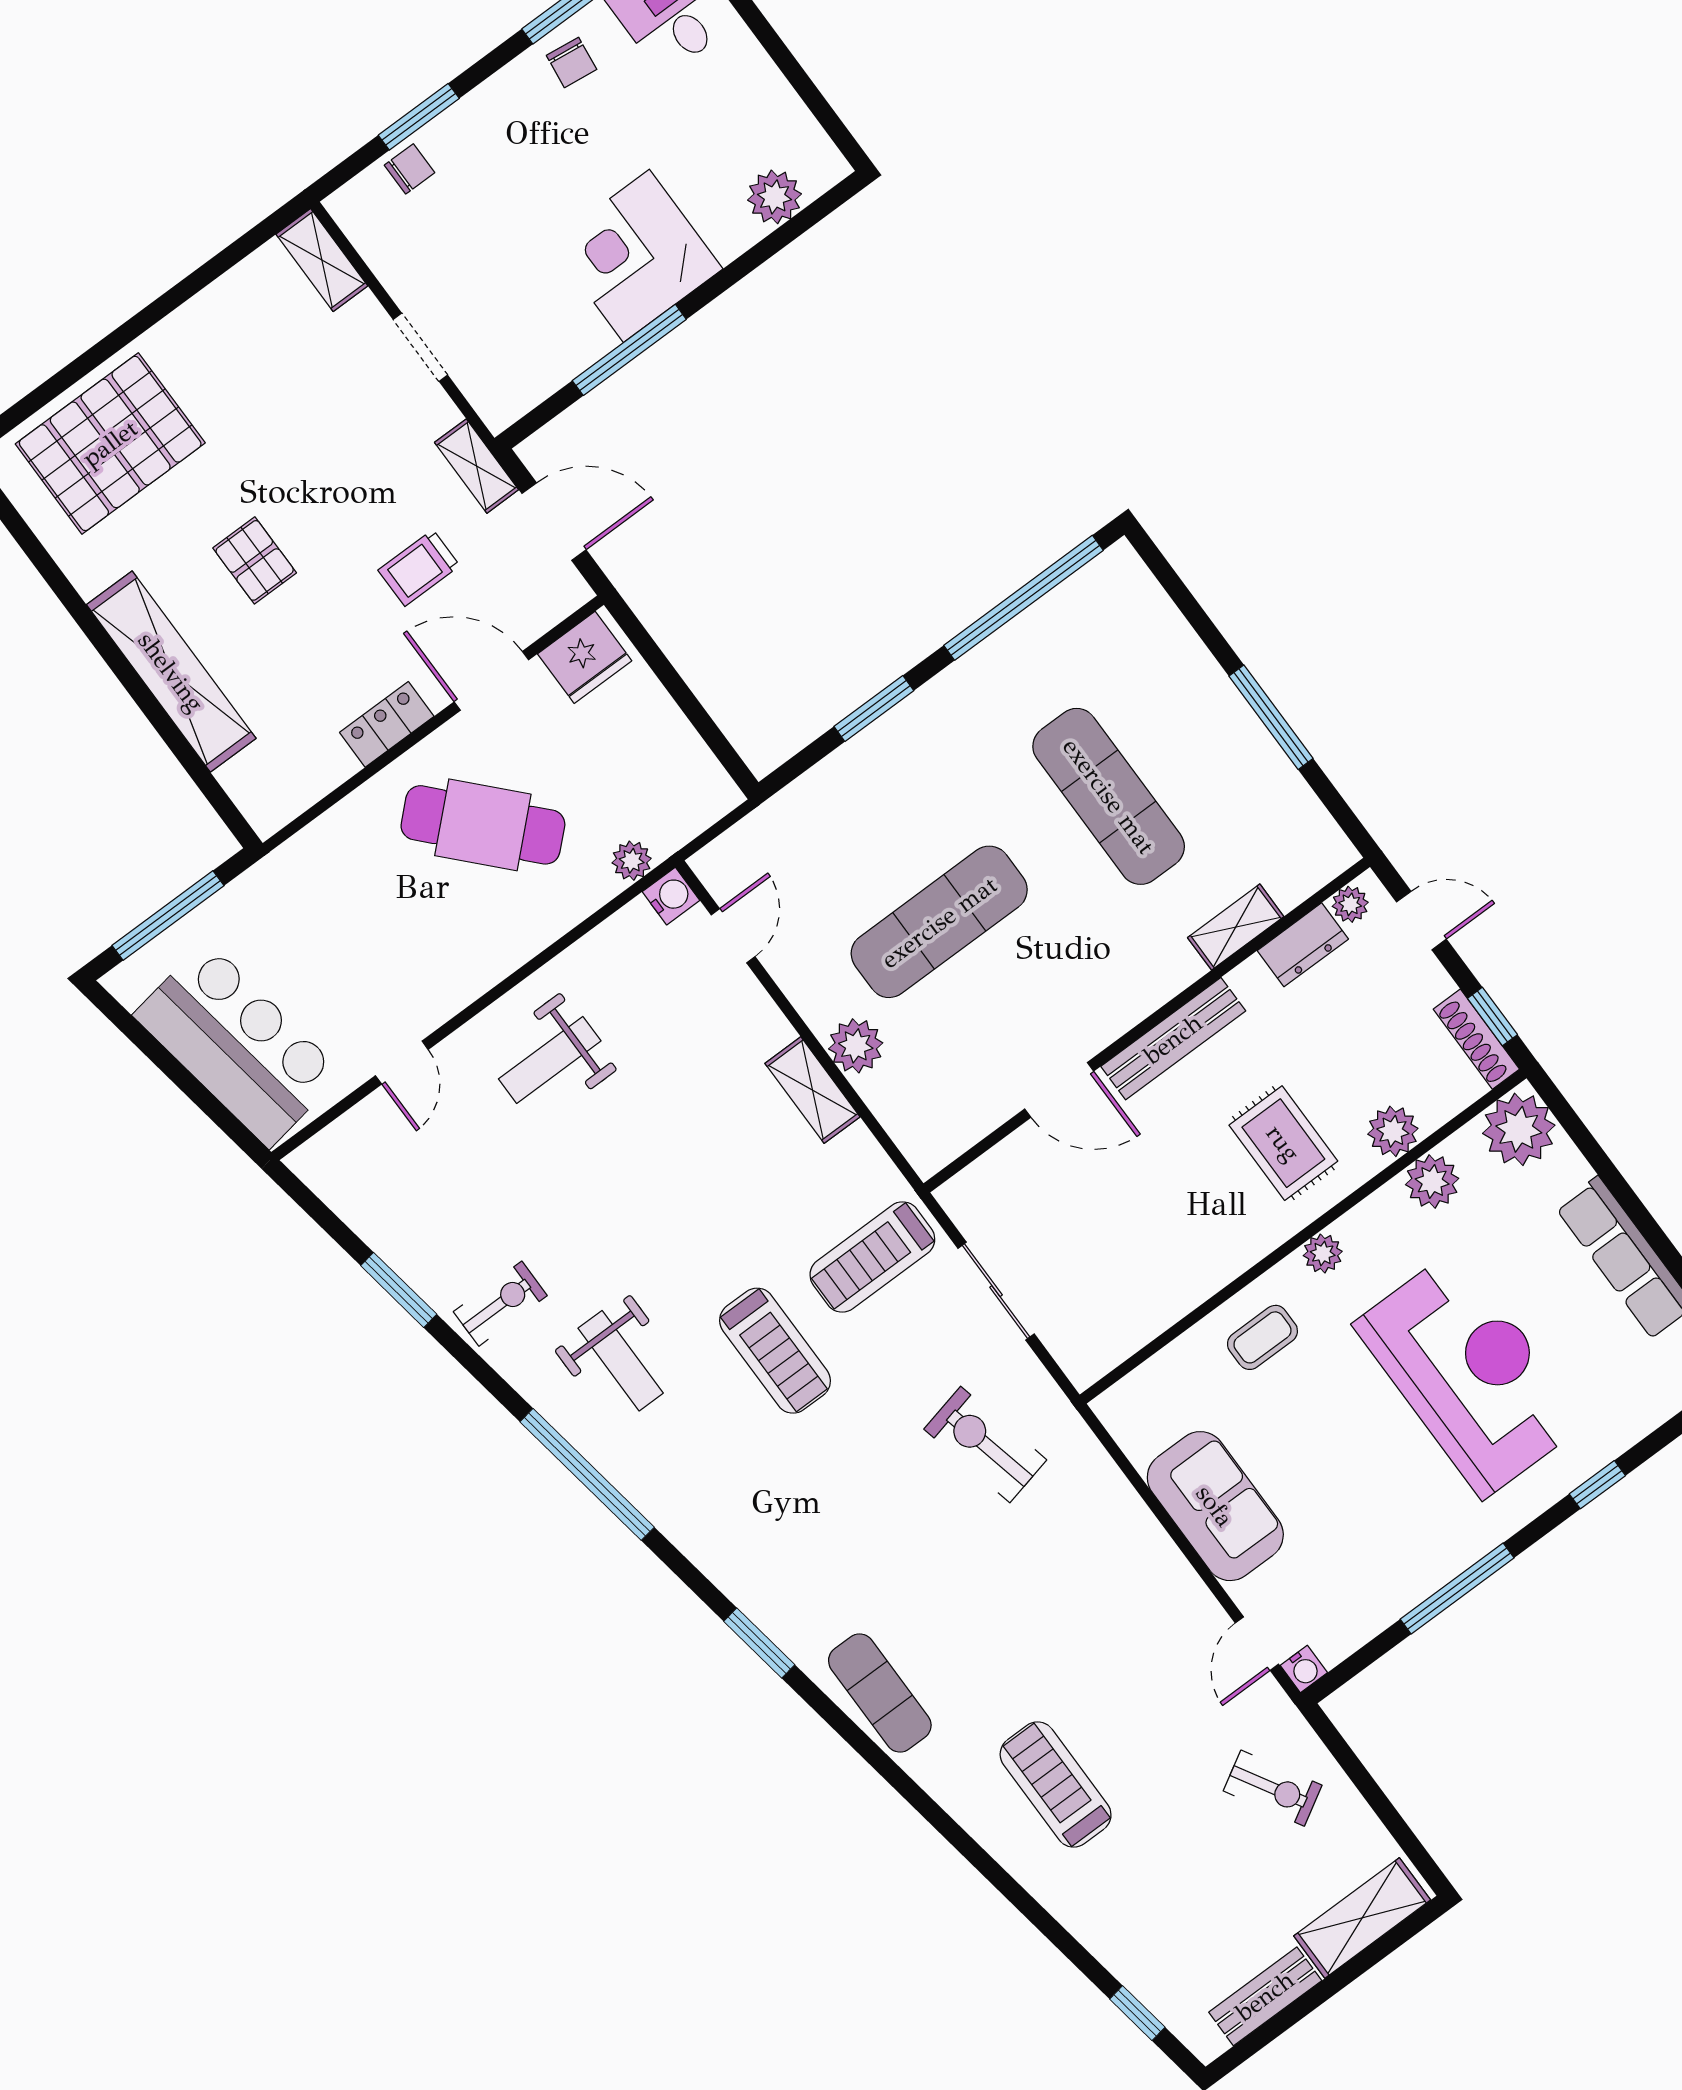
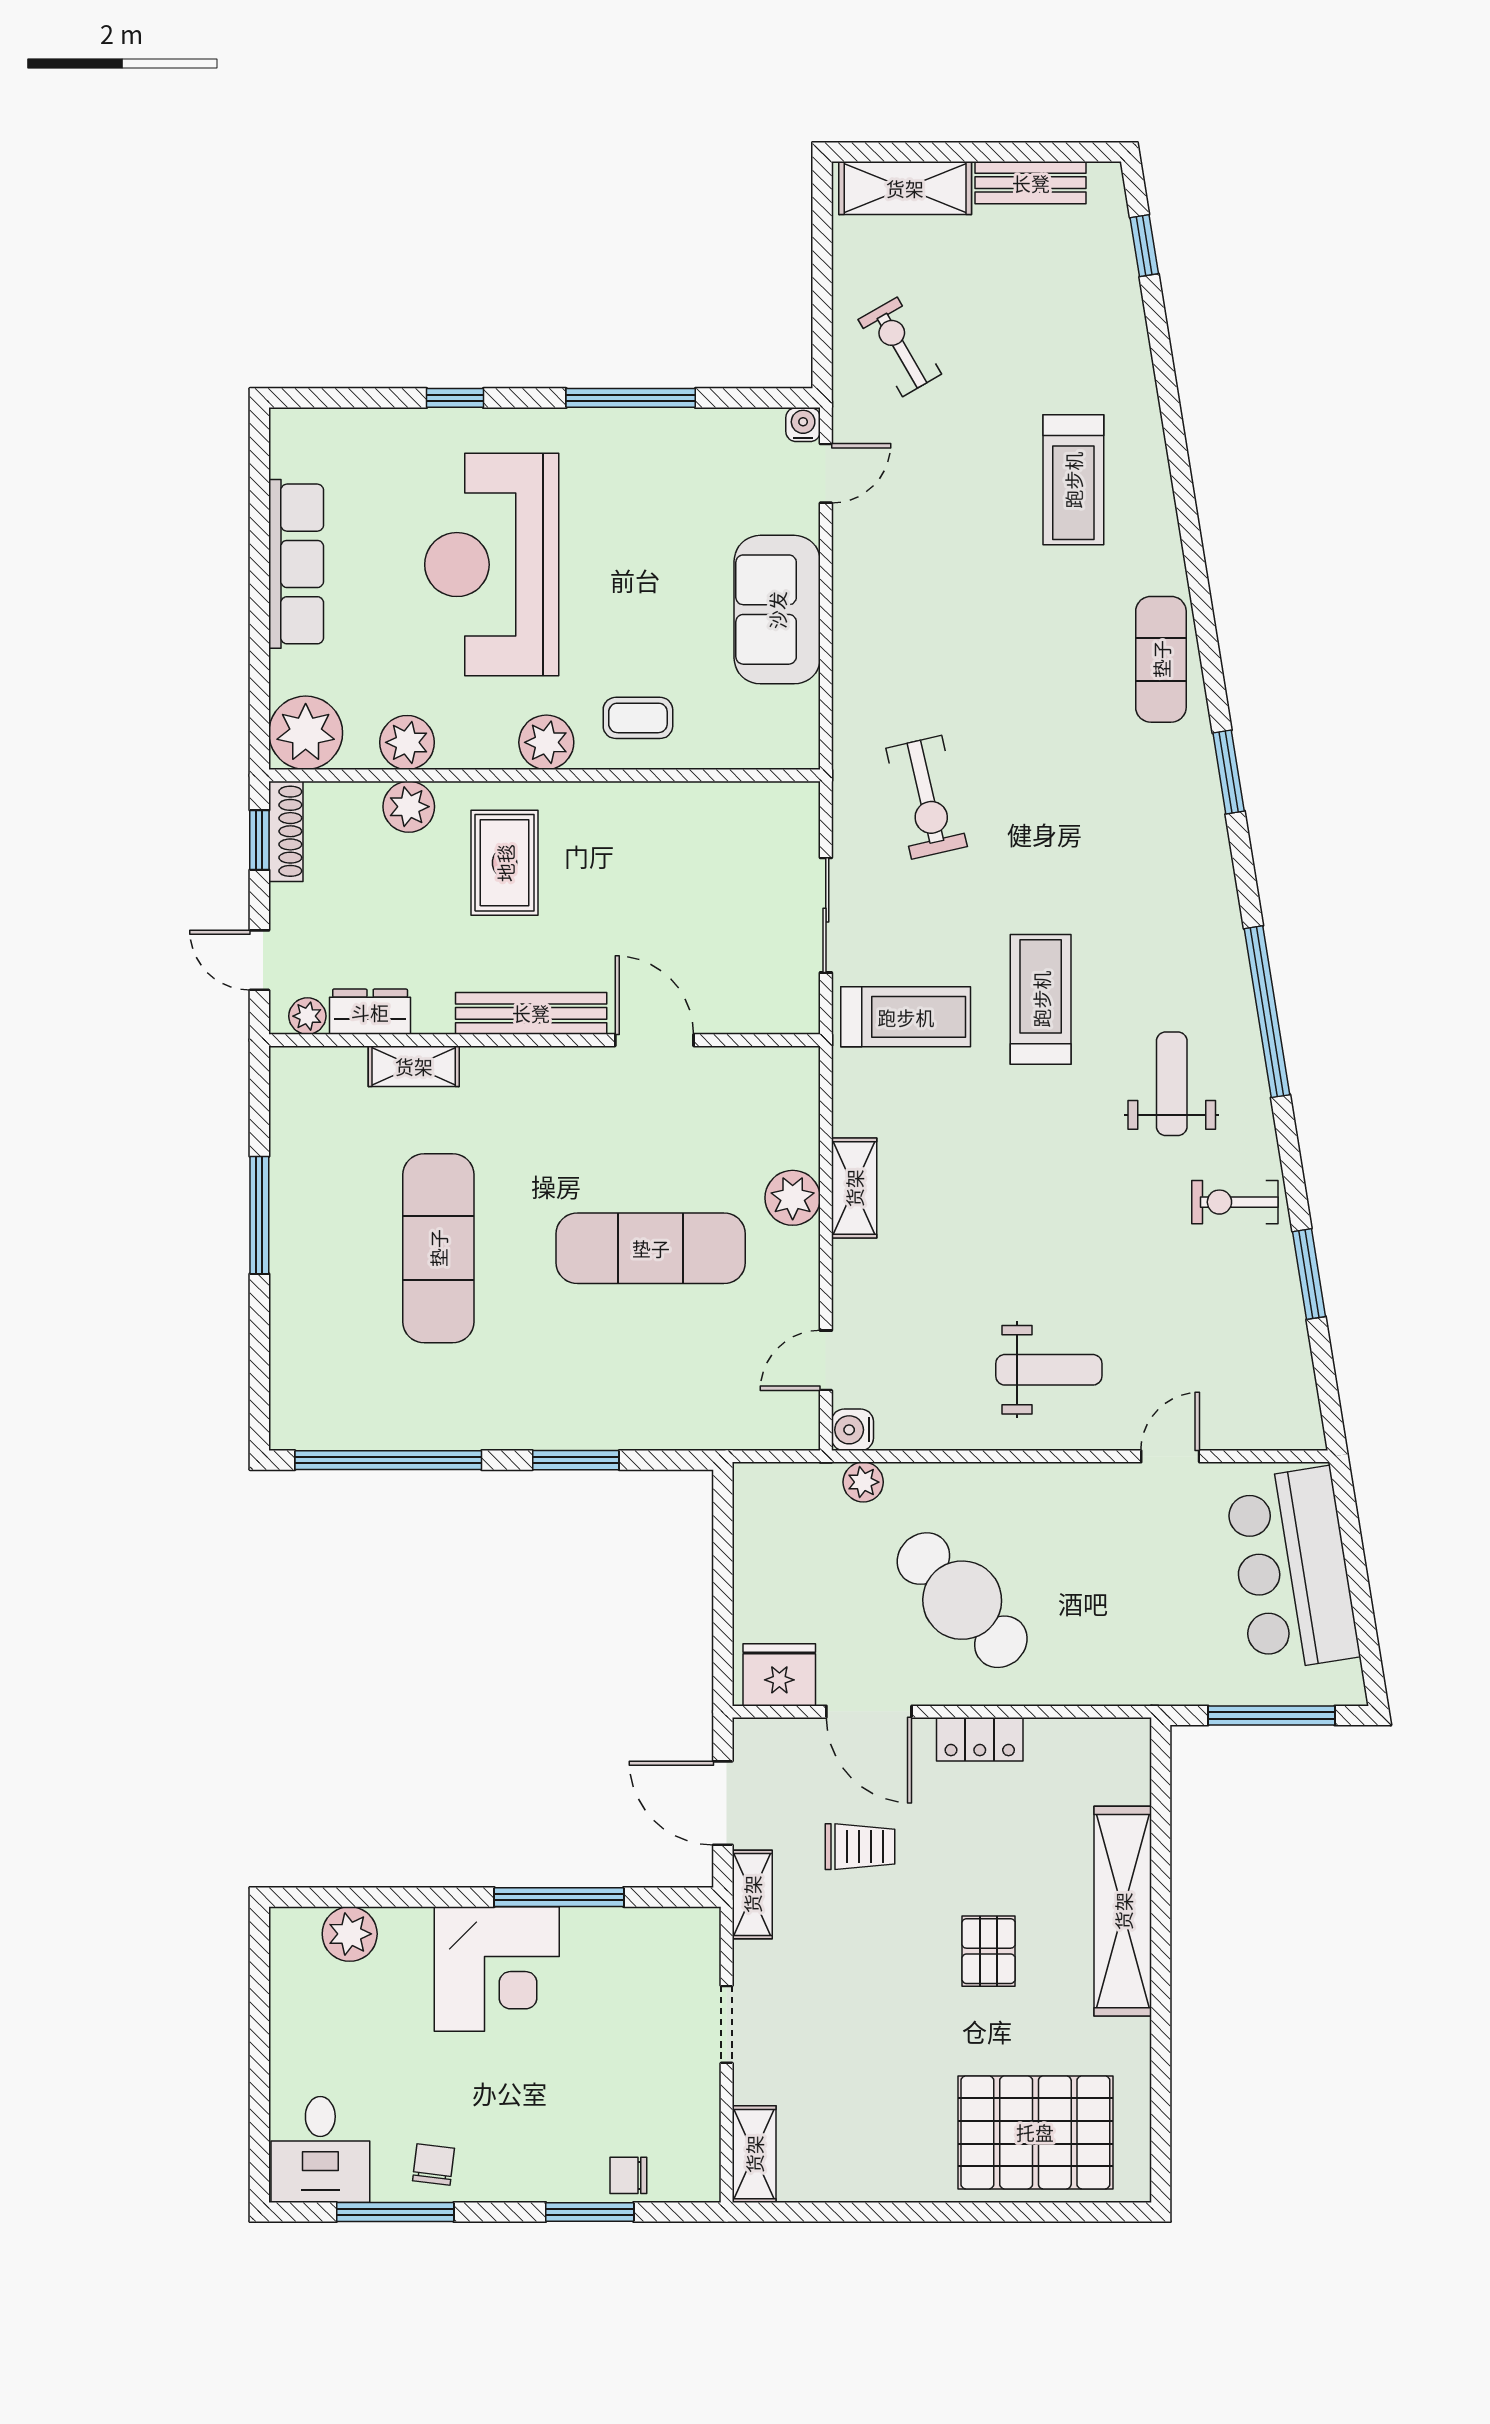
plant: (1323, 1253) -> (546, 742), width x1.38, depth x1.38

